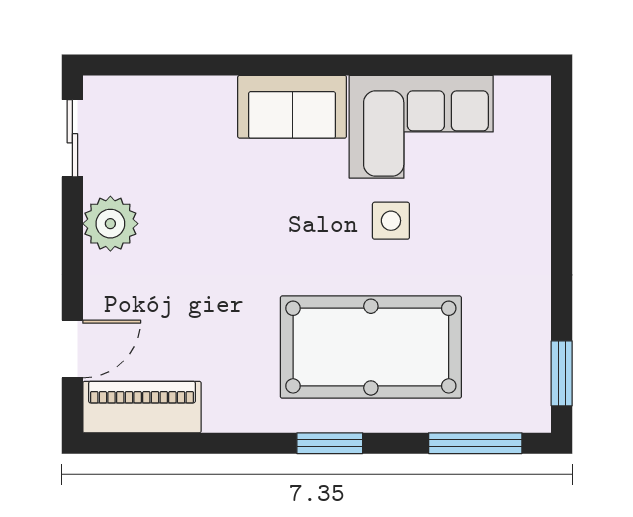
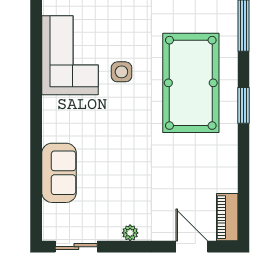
sofa: (292, 107) -> (59, 173), moved
plant: (110, 224) -> (130, 233), width x0.53, depth x0.53
piano: (142, 407) -> (227, 217), width x0.73, depth x0.75

